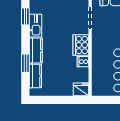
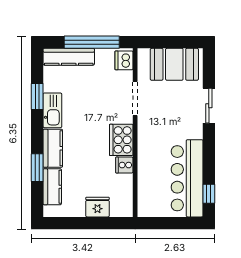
fridge: (81, 89) -> (97, 207), moved

